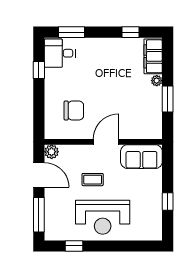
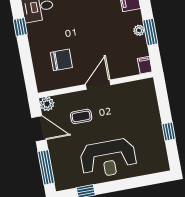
plant: (157, 81) -> (139, 30), moved
filing cabinet: (156, 131) -> (145, 65), added
sofa: (141, 157) -> (135, 93), removed
coffee table: (93, 180) -> (81, 116), moved

